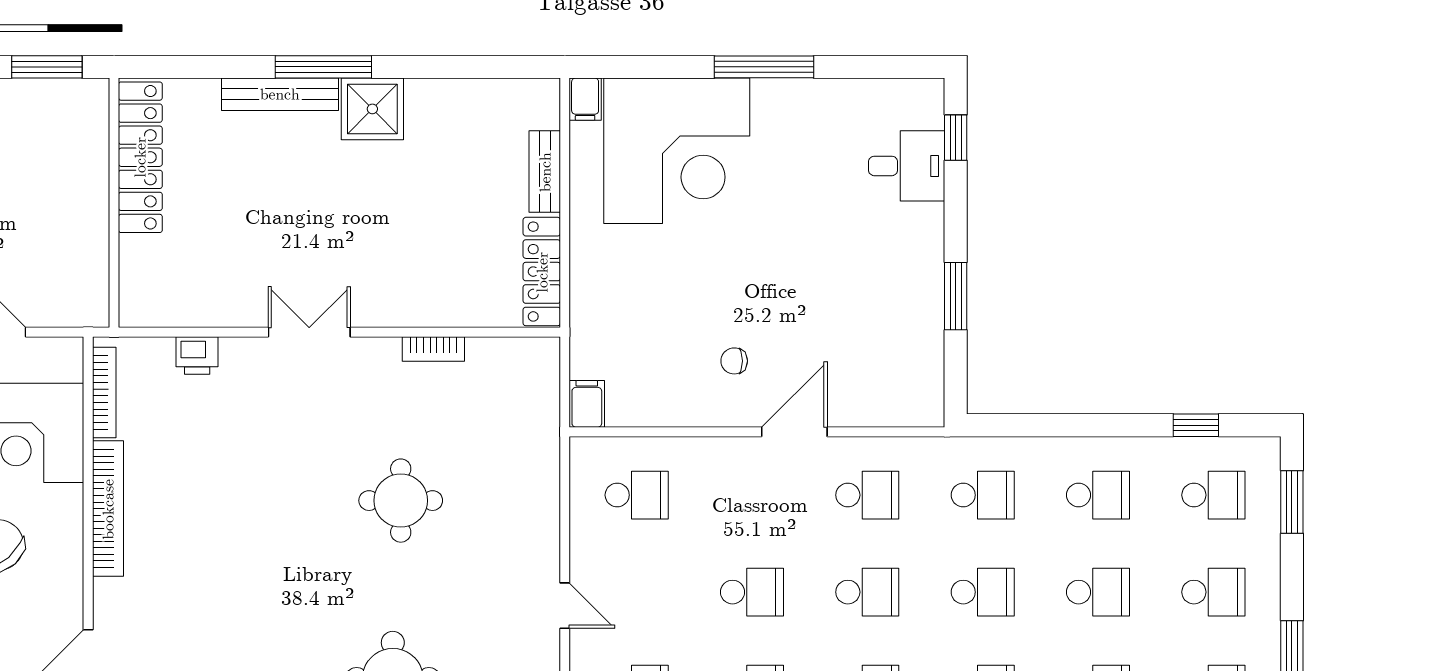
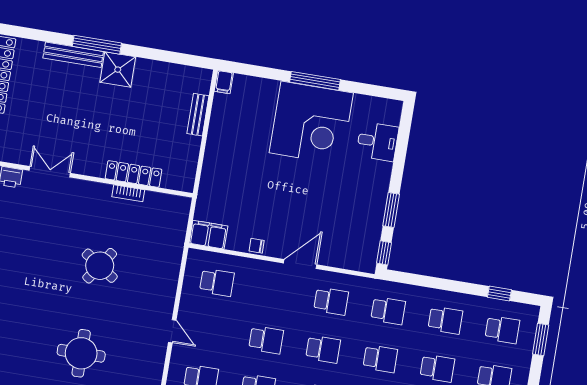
window: (956, 138) -> (384, 253), moved
corner desk: (677, 151) -> (311, 123), moved
locker: (542, 272) -> (133, 174), moved, turned 90
double door: (309, 332) -> (50, 172), moved
chair: (734, 361) -> (257, 246), moved
filing cabinet: (587, 404) -> (208, 235), width x2.00
round table: (401, 501) -> (100, 266), turned 34

